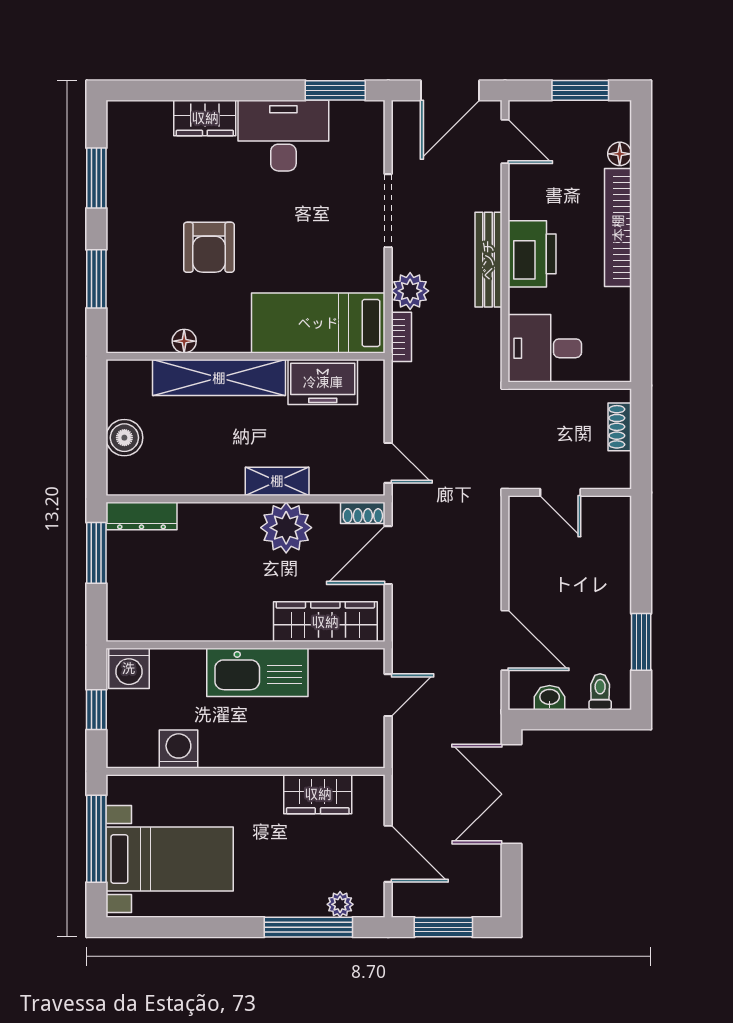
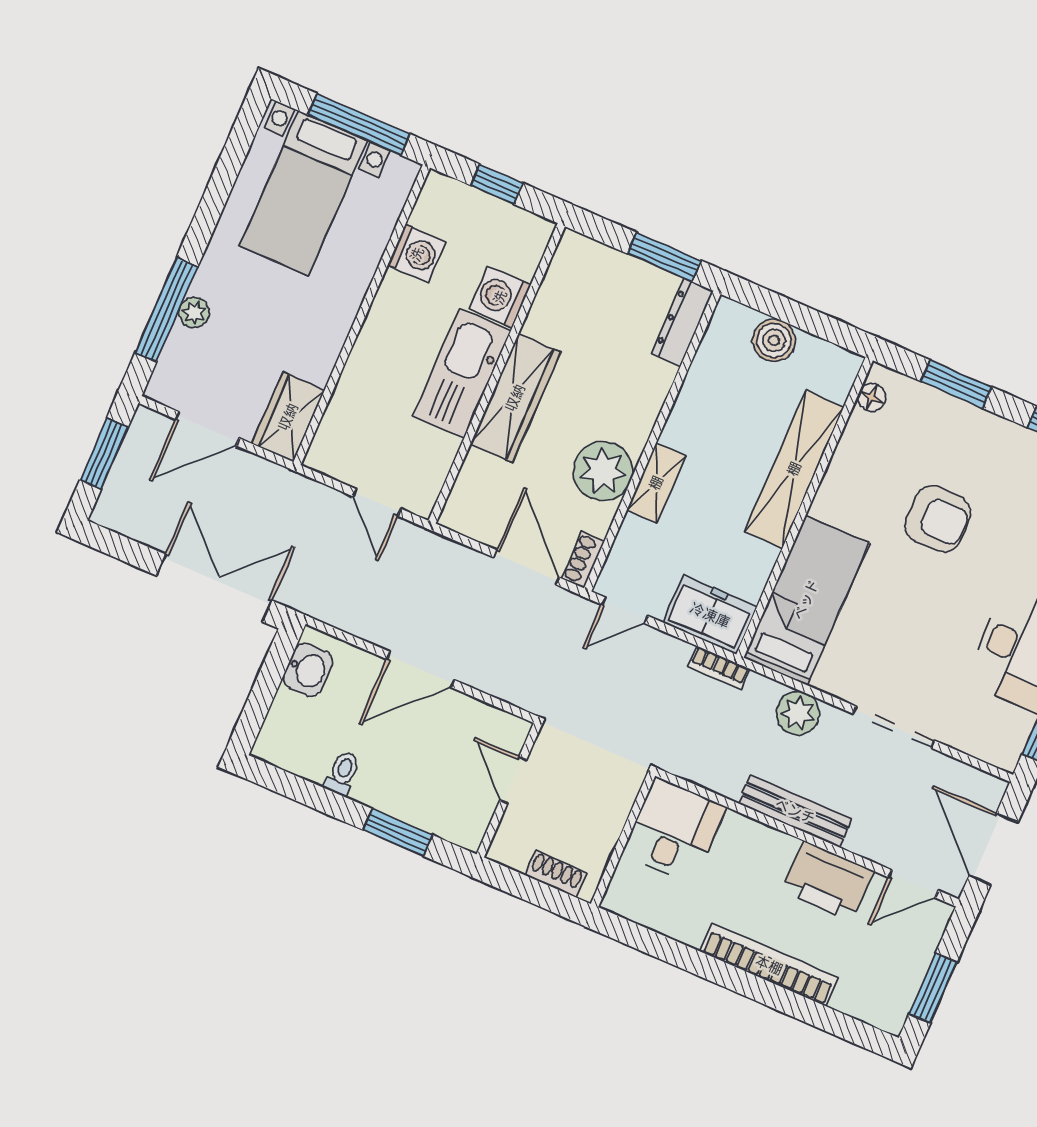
floor lamp: (620, 154) -> (847, 1000), removed
armchair: (209, 247) -> (938, 519), turned 180
printer: (532, 254) -> (828, 881), moved
bookcase: (401, 337) -> (719, 668), moved
floor lamp: (184, 341) -> (872, 397), moved
freezer: (323, 382) -> (710, 615), moved, turned 90
door: (560, 492) -> (513, 780), hinge flipped
wardrobe: (325, 622) -> (515, 398), moved
door: (505, 640) -> (420, 669), moved
window: (641, 642) -> (398, 832), moved
washing machine: (129, 668) -> (500, 297), moved
toilet: (600, 692) -> (343, 773), moved, turned -90
washbasin: (550, 698) -> (308, 670), width x1.38, depth x1.45
wardrobe: (318, 794) -> (288, 417), moved
plant: (340, 904) -> (194, 313), moved

